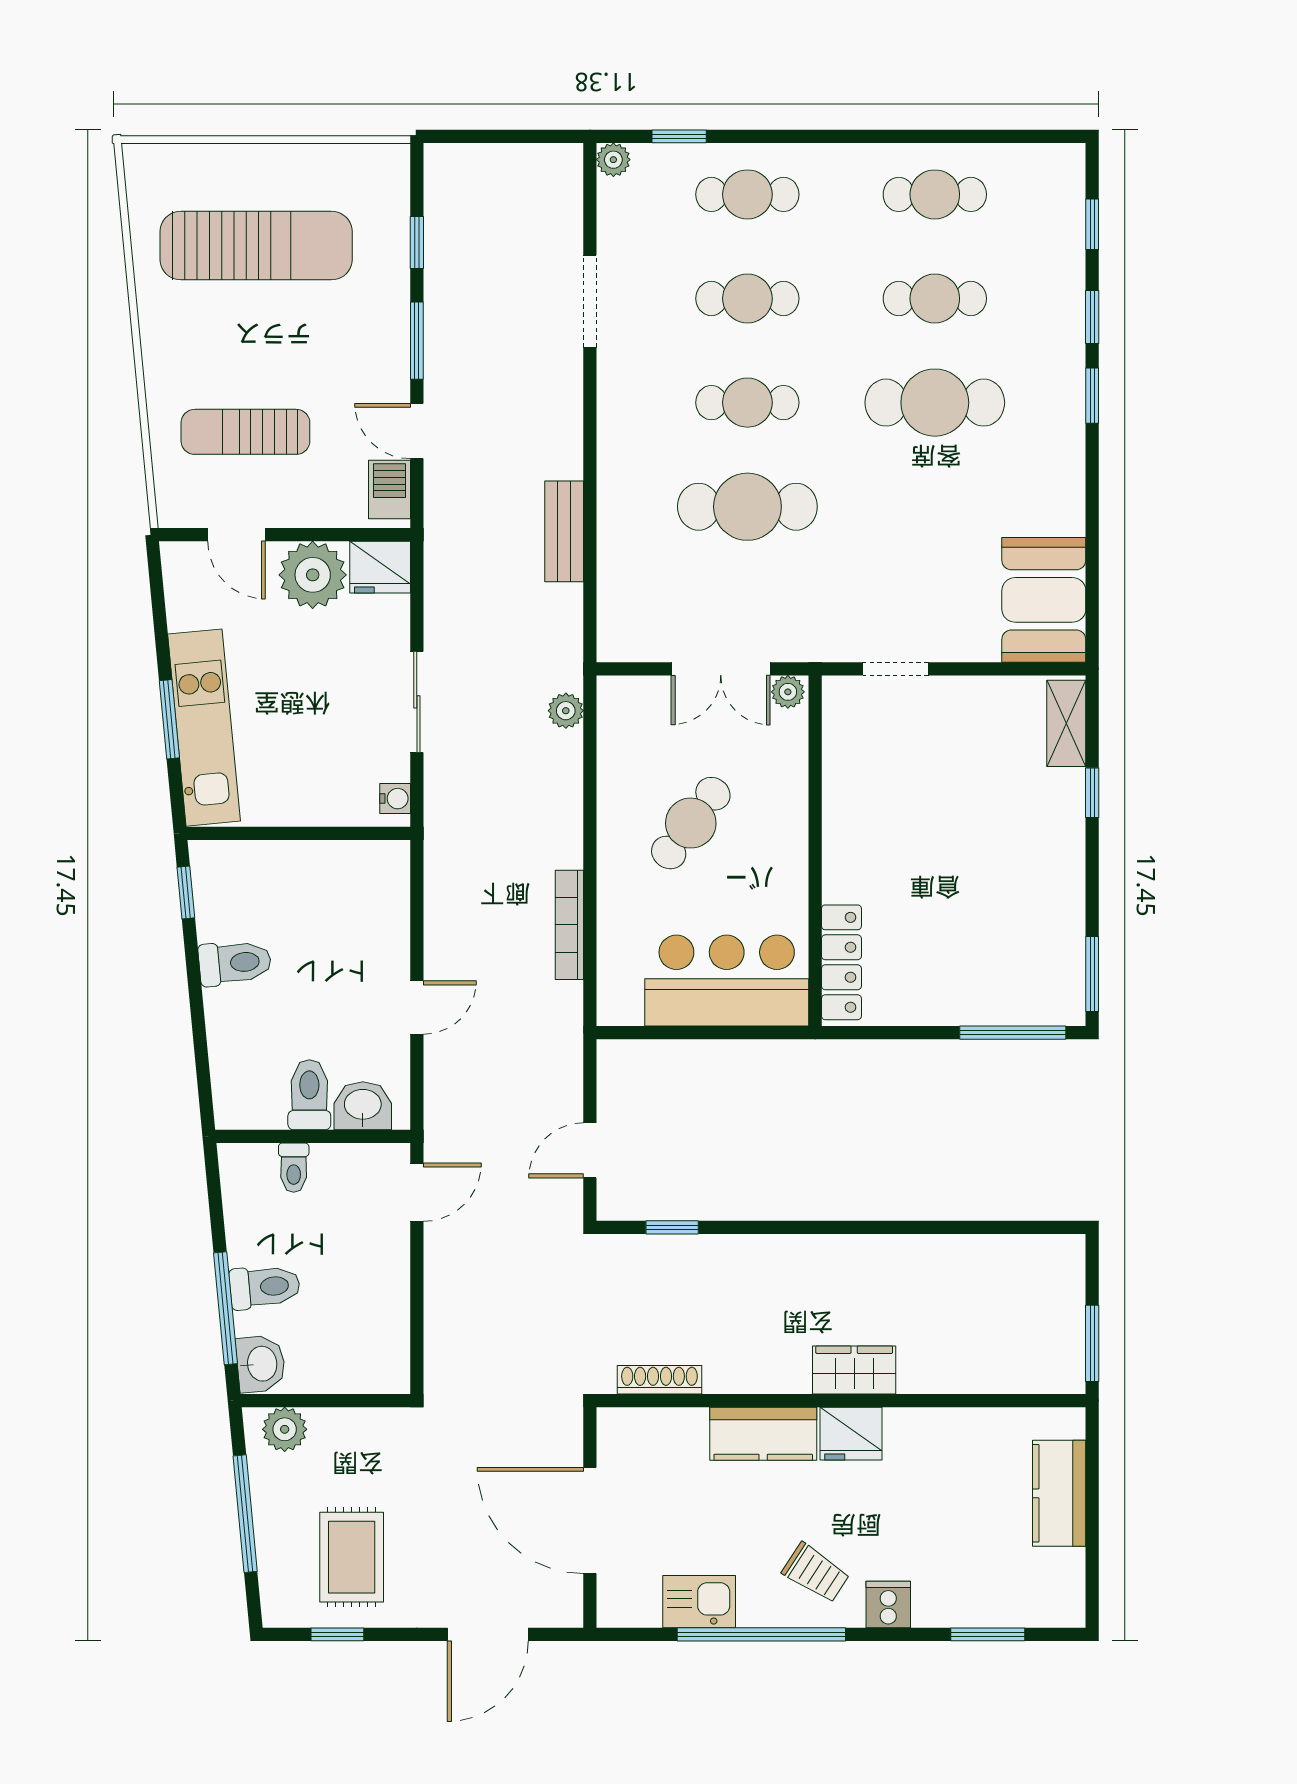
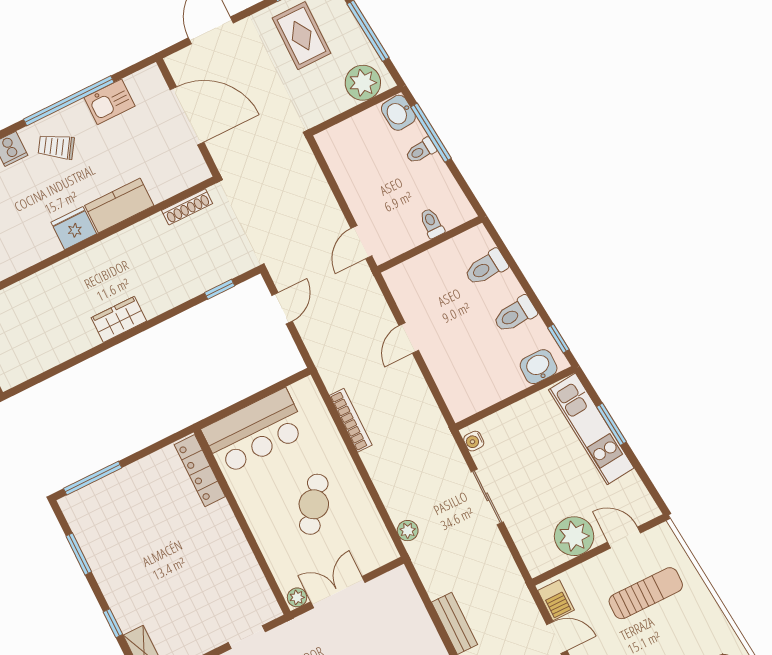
fridge: (380, 567) -> (541, 557), removed
window: (1092, 974) -> (79, 554), moved
toilet: (309, 1095) -> (486, 268), moved, turned 85
washbasin: (363, 1106) -> (539, 367), moved, turned 180
toilet: (265, 1287) -> (421, 151), width x0.73, depth x0.72
wardrobe: (854, 1370) -> (119, 319), moved, turned 180
plant: (285, 1429) -> (363, 83), width x1.36, depth x1.36

